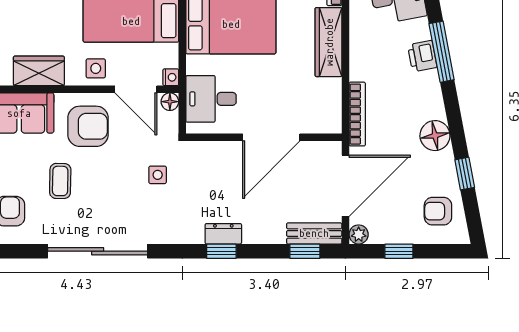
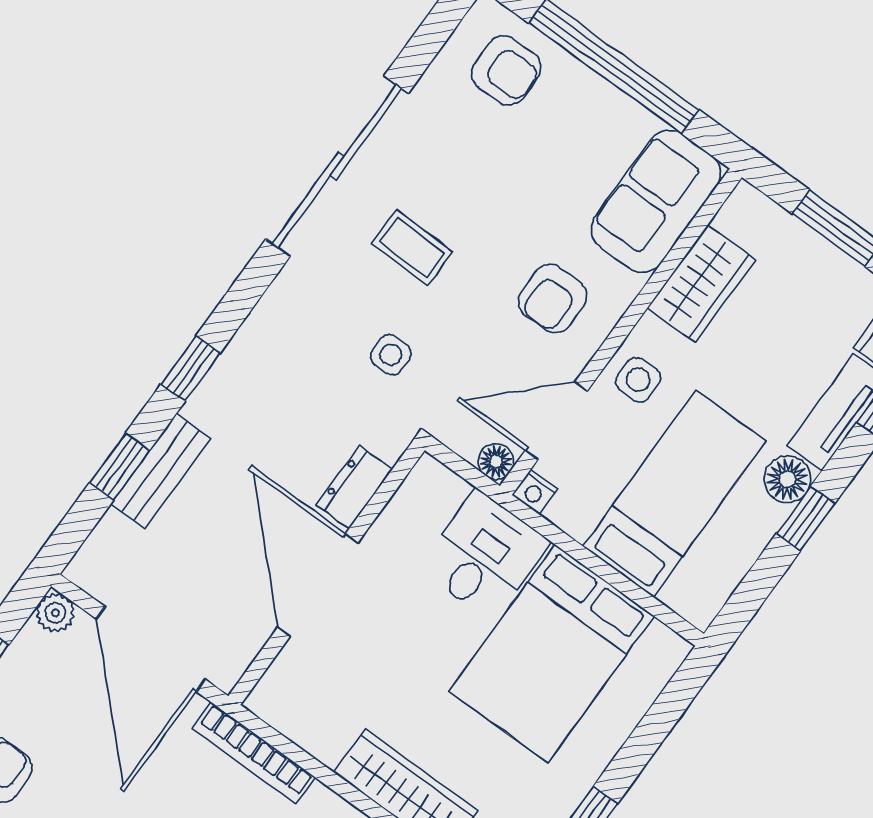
desk: (211, 99) -> (484, 555), moved
armchair: (88, 126) -> (553, 298), width x0.72, depth x0.72
coffee table: (60, 181) -> (412, 248), moved
bench: (314, 233) -> (161, 471), moved
dresser: (223, 234) -> (354, 487), moved, turned 180
window: (305, 251) -> (120, 466), moved

